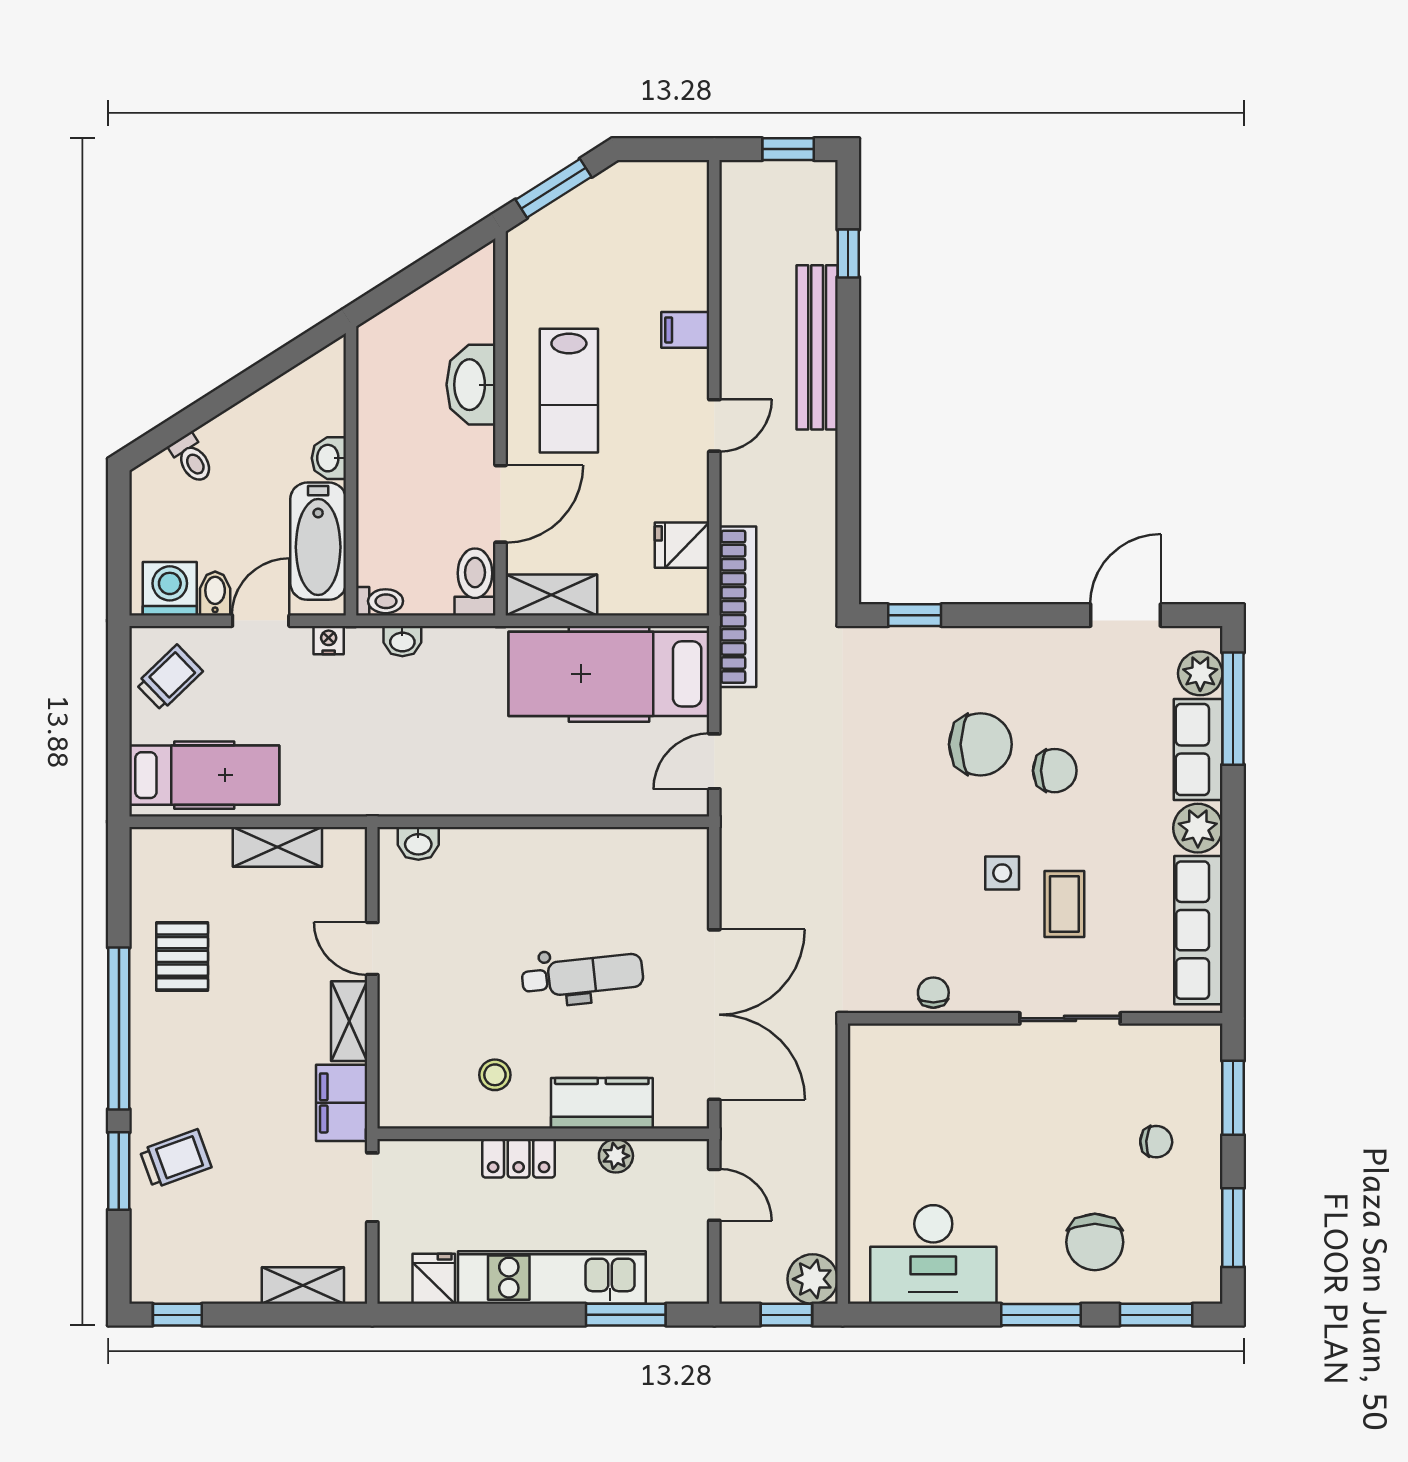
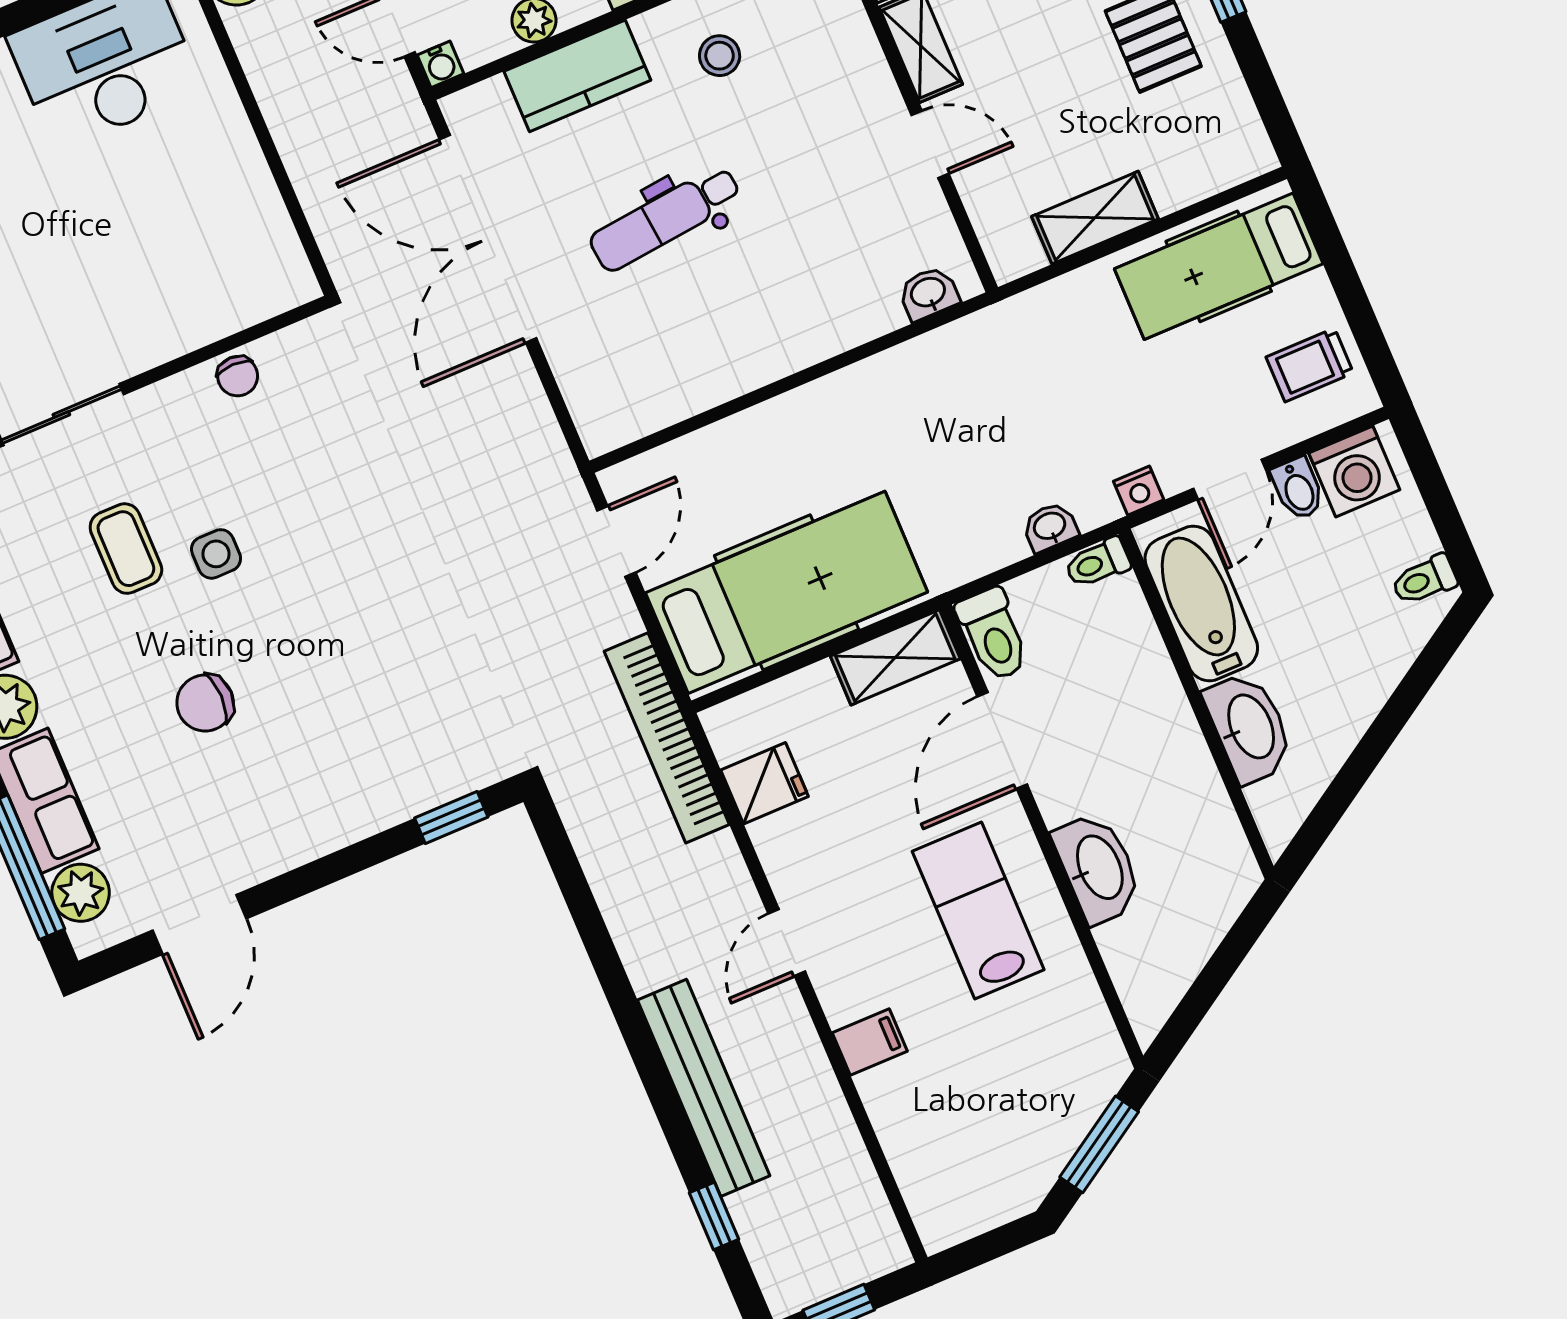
washbasin: (329, 458) -> (1249, 727), width x1.91, depth x1.45
toilet: (192, 459) -> (1424, 580), moved, turned -58
trolley: (169, 678) -> (1310, 365), turned 44
chair: (980, 744) -> (307, 697), removed
water cooler: (695, 1153) -> (441, 64), added

